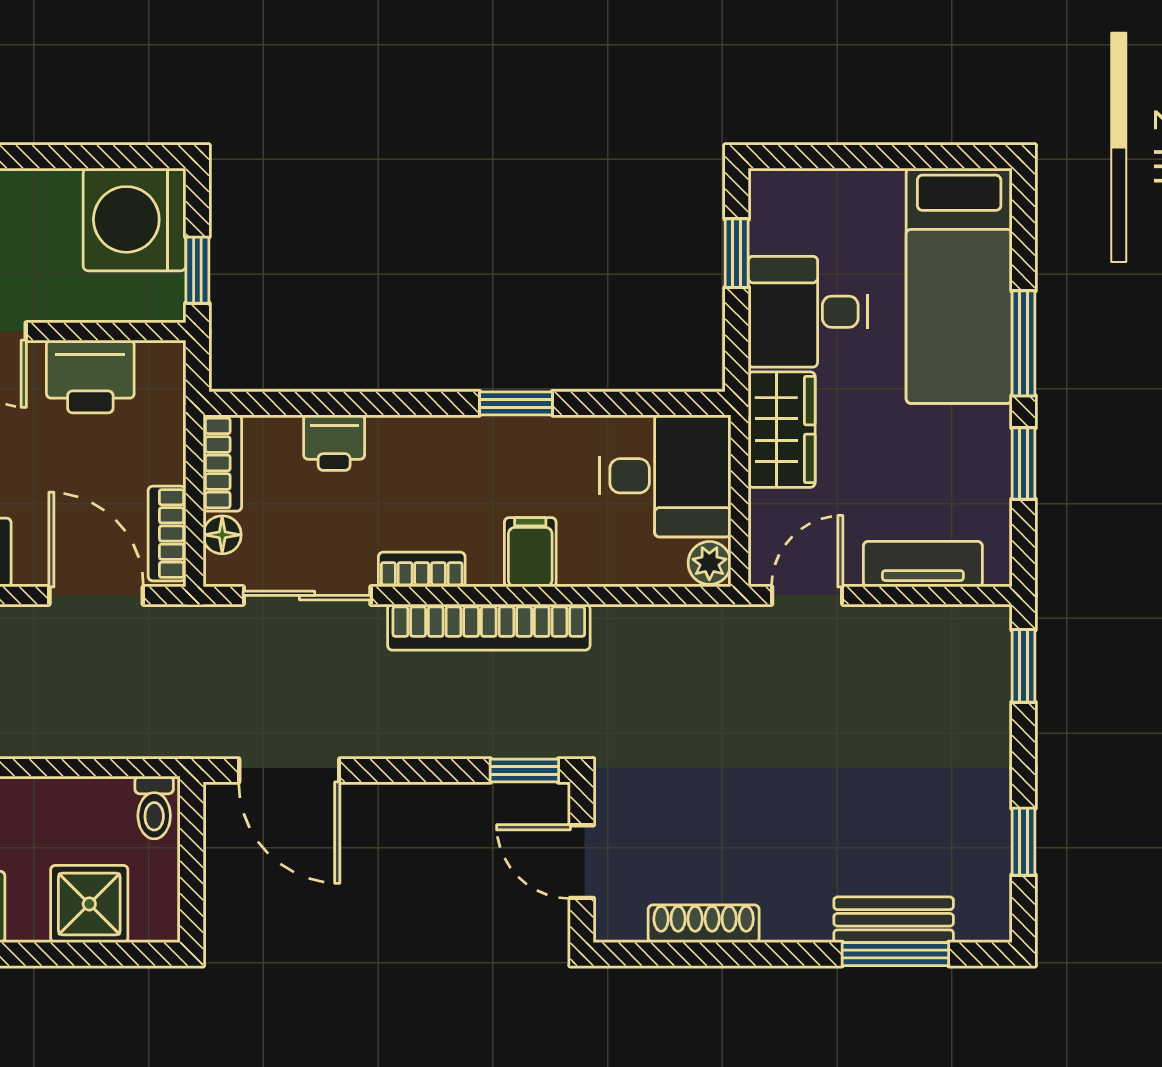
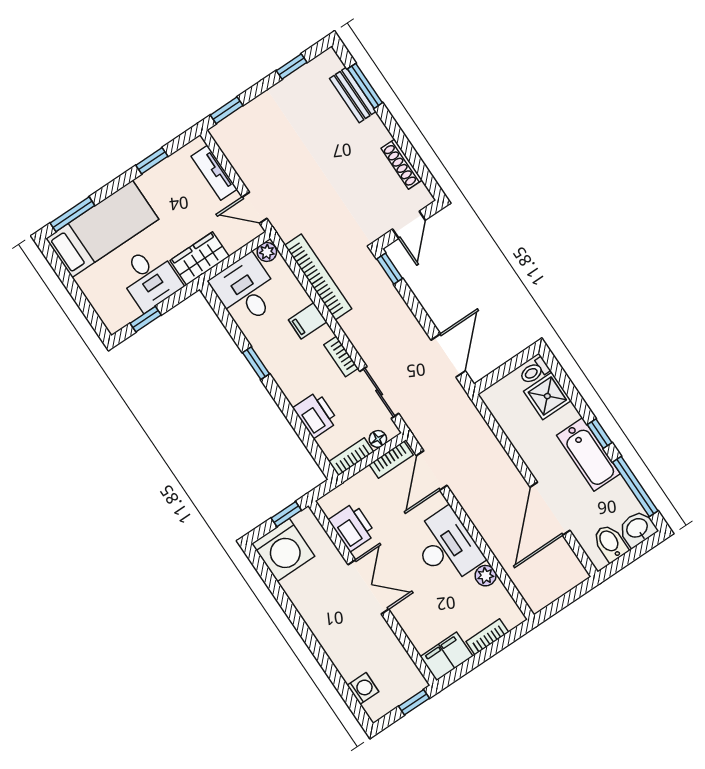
window: (1024, 343) -> (72, 214), moved
printer: (334, 443) -> (316, 415), width x1.36, depth x1.24
bookcase: (489, 627) -> (318, 277), moved
toilet: (154, 808) -> (534, 371), moved, turned 180

